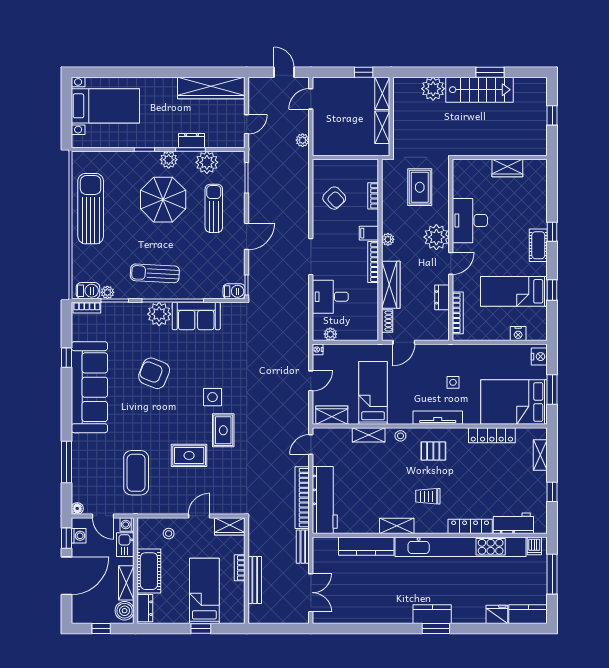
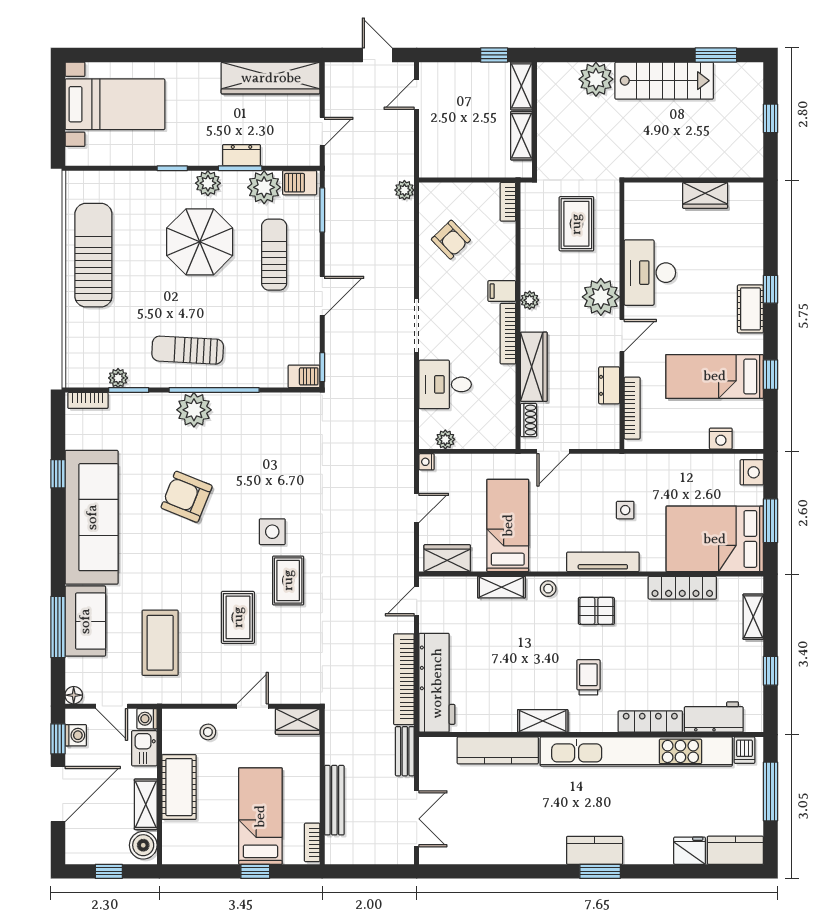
window: (490, 72) -> (716, 55), moved
plant: (303, 140) -> (404, 190), moved
bookcase: (373, 196) -> (508, 202), moved
barbecue: (88, 291) -> (300, 183), moved, turned 180
sofa: (196, 316) -> (85, 621), moved, turned -90
rug: (189, 455) -> (238, 617), turned 90
trolley: (428, 496) -> (588, 677), turned 90
bookcase: (240, 568) -> (312, 842), moved
dresser: (145, 608) -> (173, 841), removed

